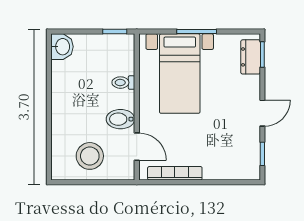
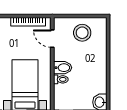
bidet: (120, 119) -> (63, 68), moved

